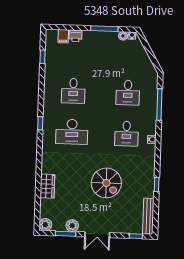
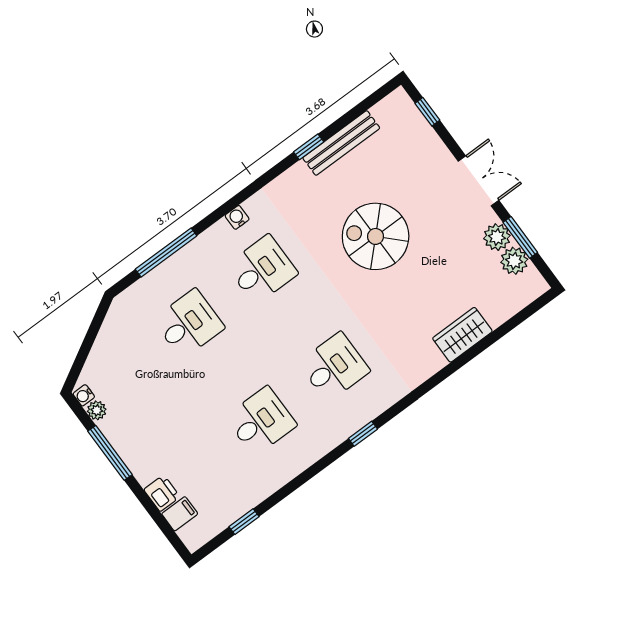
desk: (72, 132) -> (334, 367), width x0.73
spiral stairs: (106, 183) -> (376, 236), turned -90
bench: (148, 216) -> (341, 143), moved
plant: (45, 225) -> (514, 261), moved

